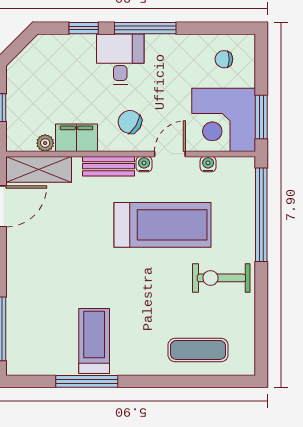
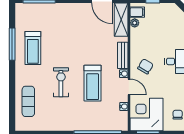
filing cabinet: (77, 138) -> (137, 12), moved, width x0.50
treadmill: (162, 225) -> (93, 83), width x0.73, depth x0.73
exercise bike: (221, 278) -> (61, 82), moved
treadmill: (94, 341) -> (33, 48), turned 90

